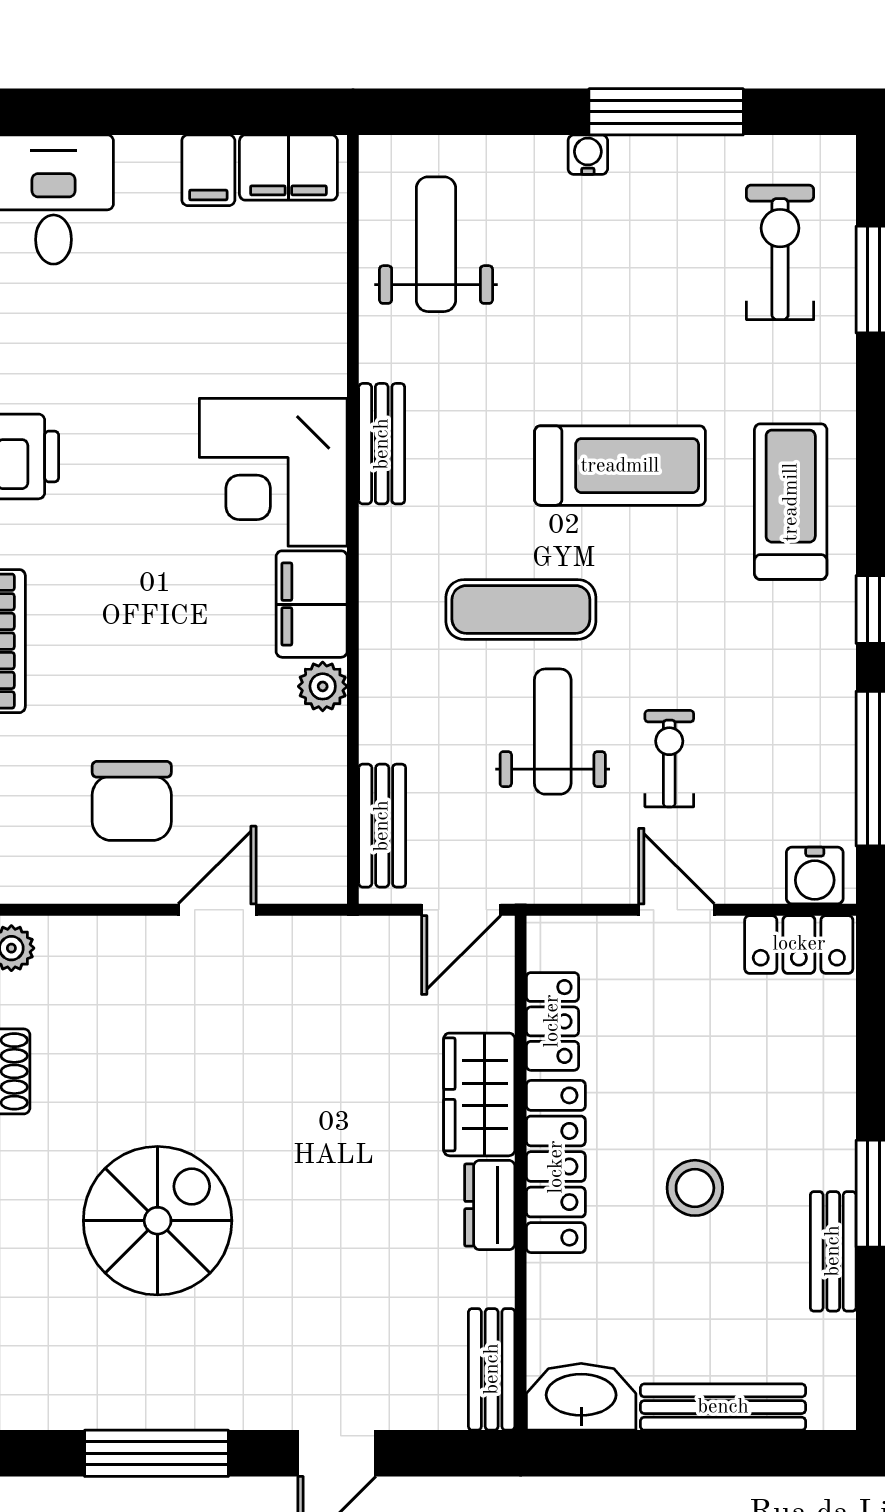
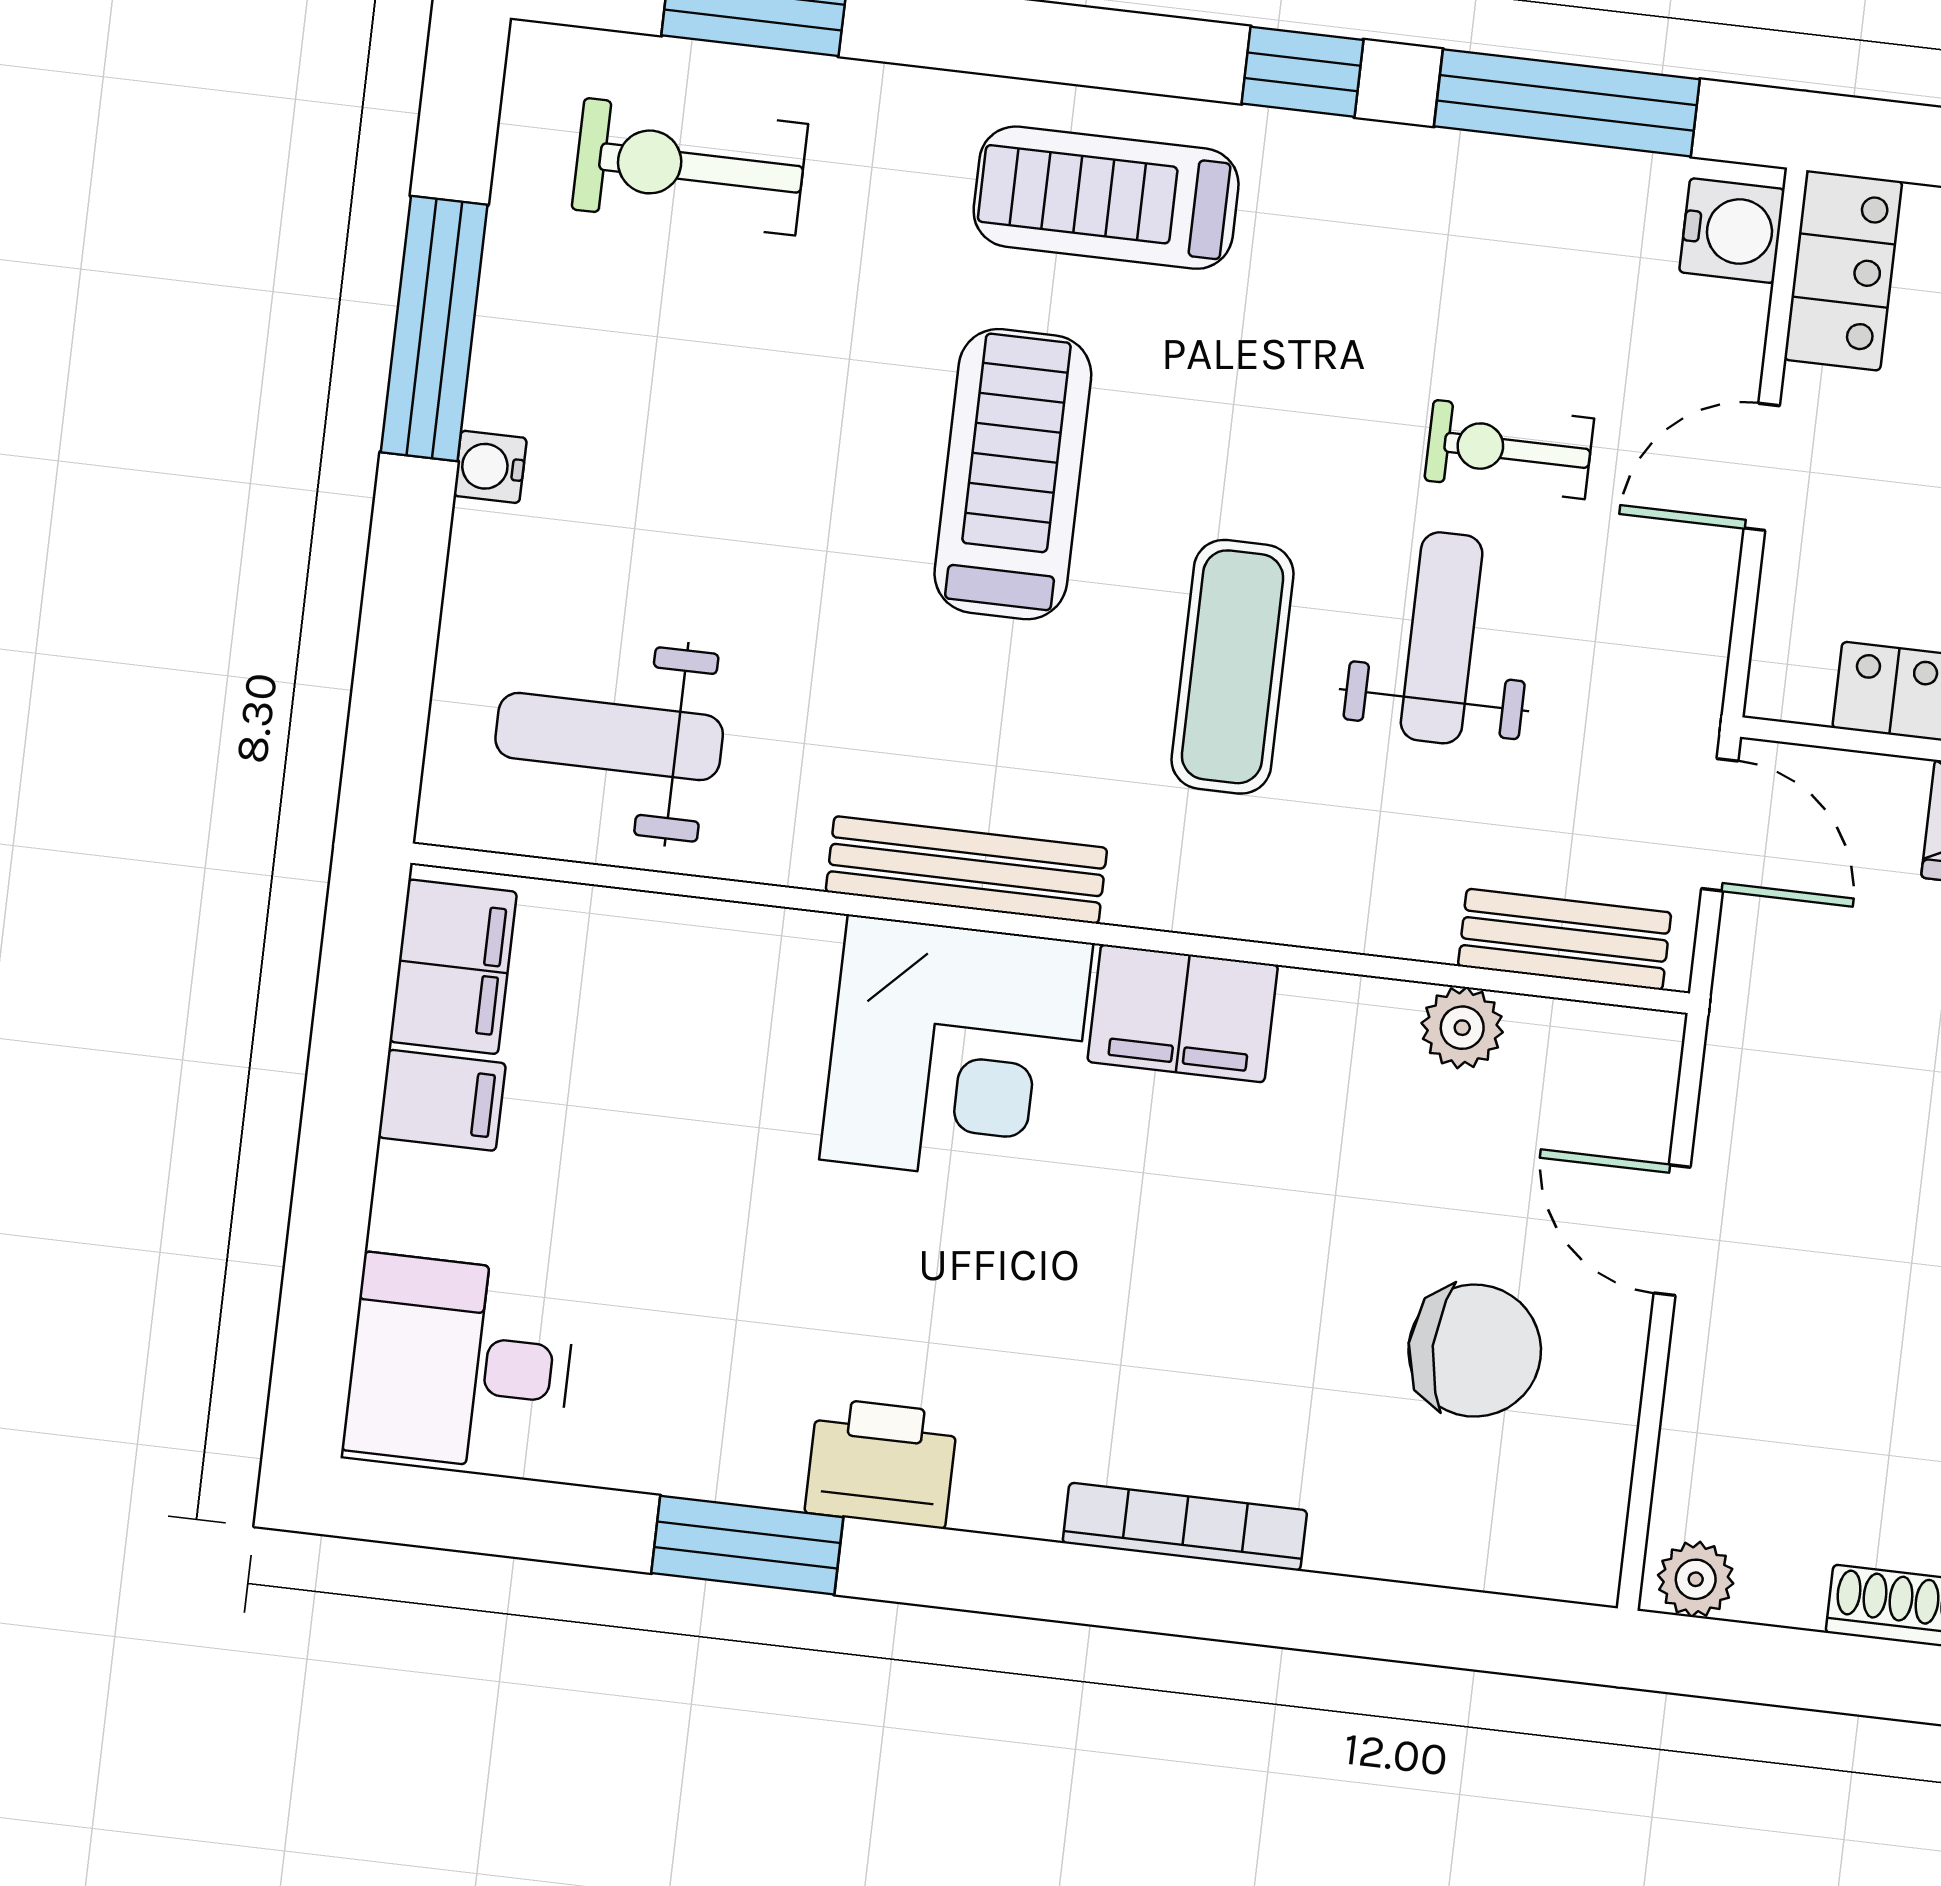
bench: (382, 444) -> (966, 870), width x1.36
plant: (323, 686) -> (1462, 1028), moved
weight bench: (553, 732) -> (1442, 638), turned 90

